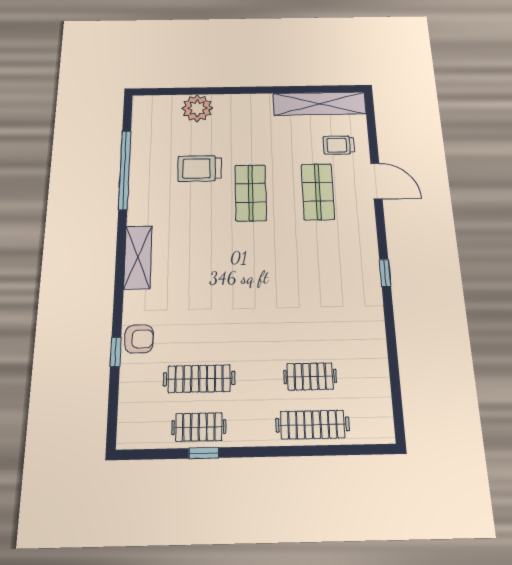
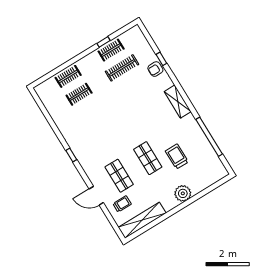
plant: (197, 108) -> (183, 193), moved
trolley: (200, 168) -> (177, 156), turned -90
clothes rail: (313, 425) -> (68, 76), width x0.73

